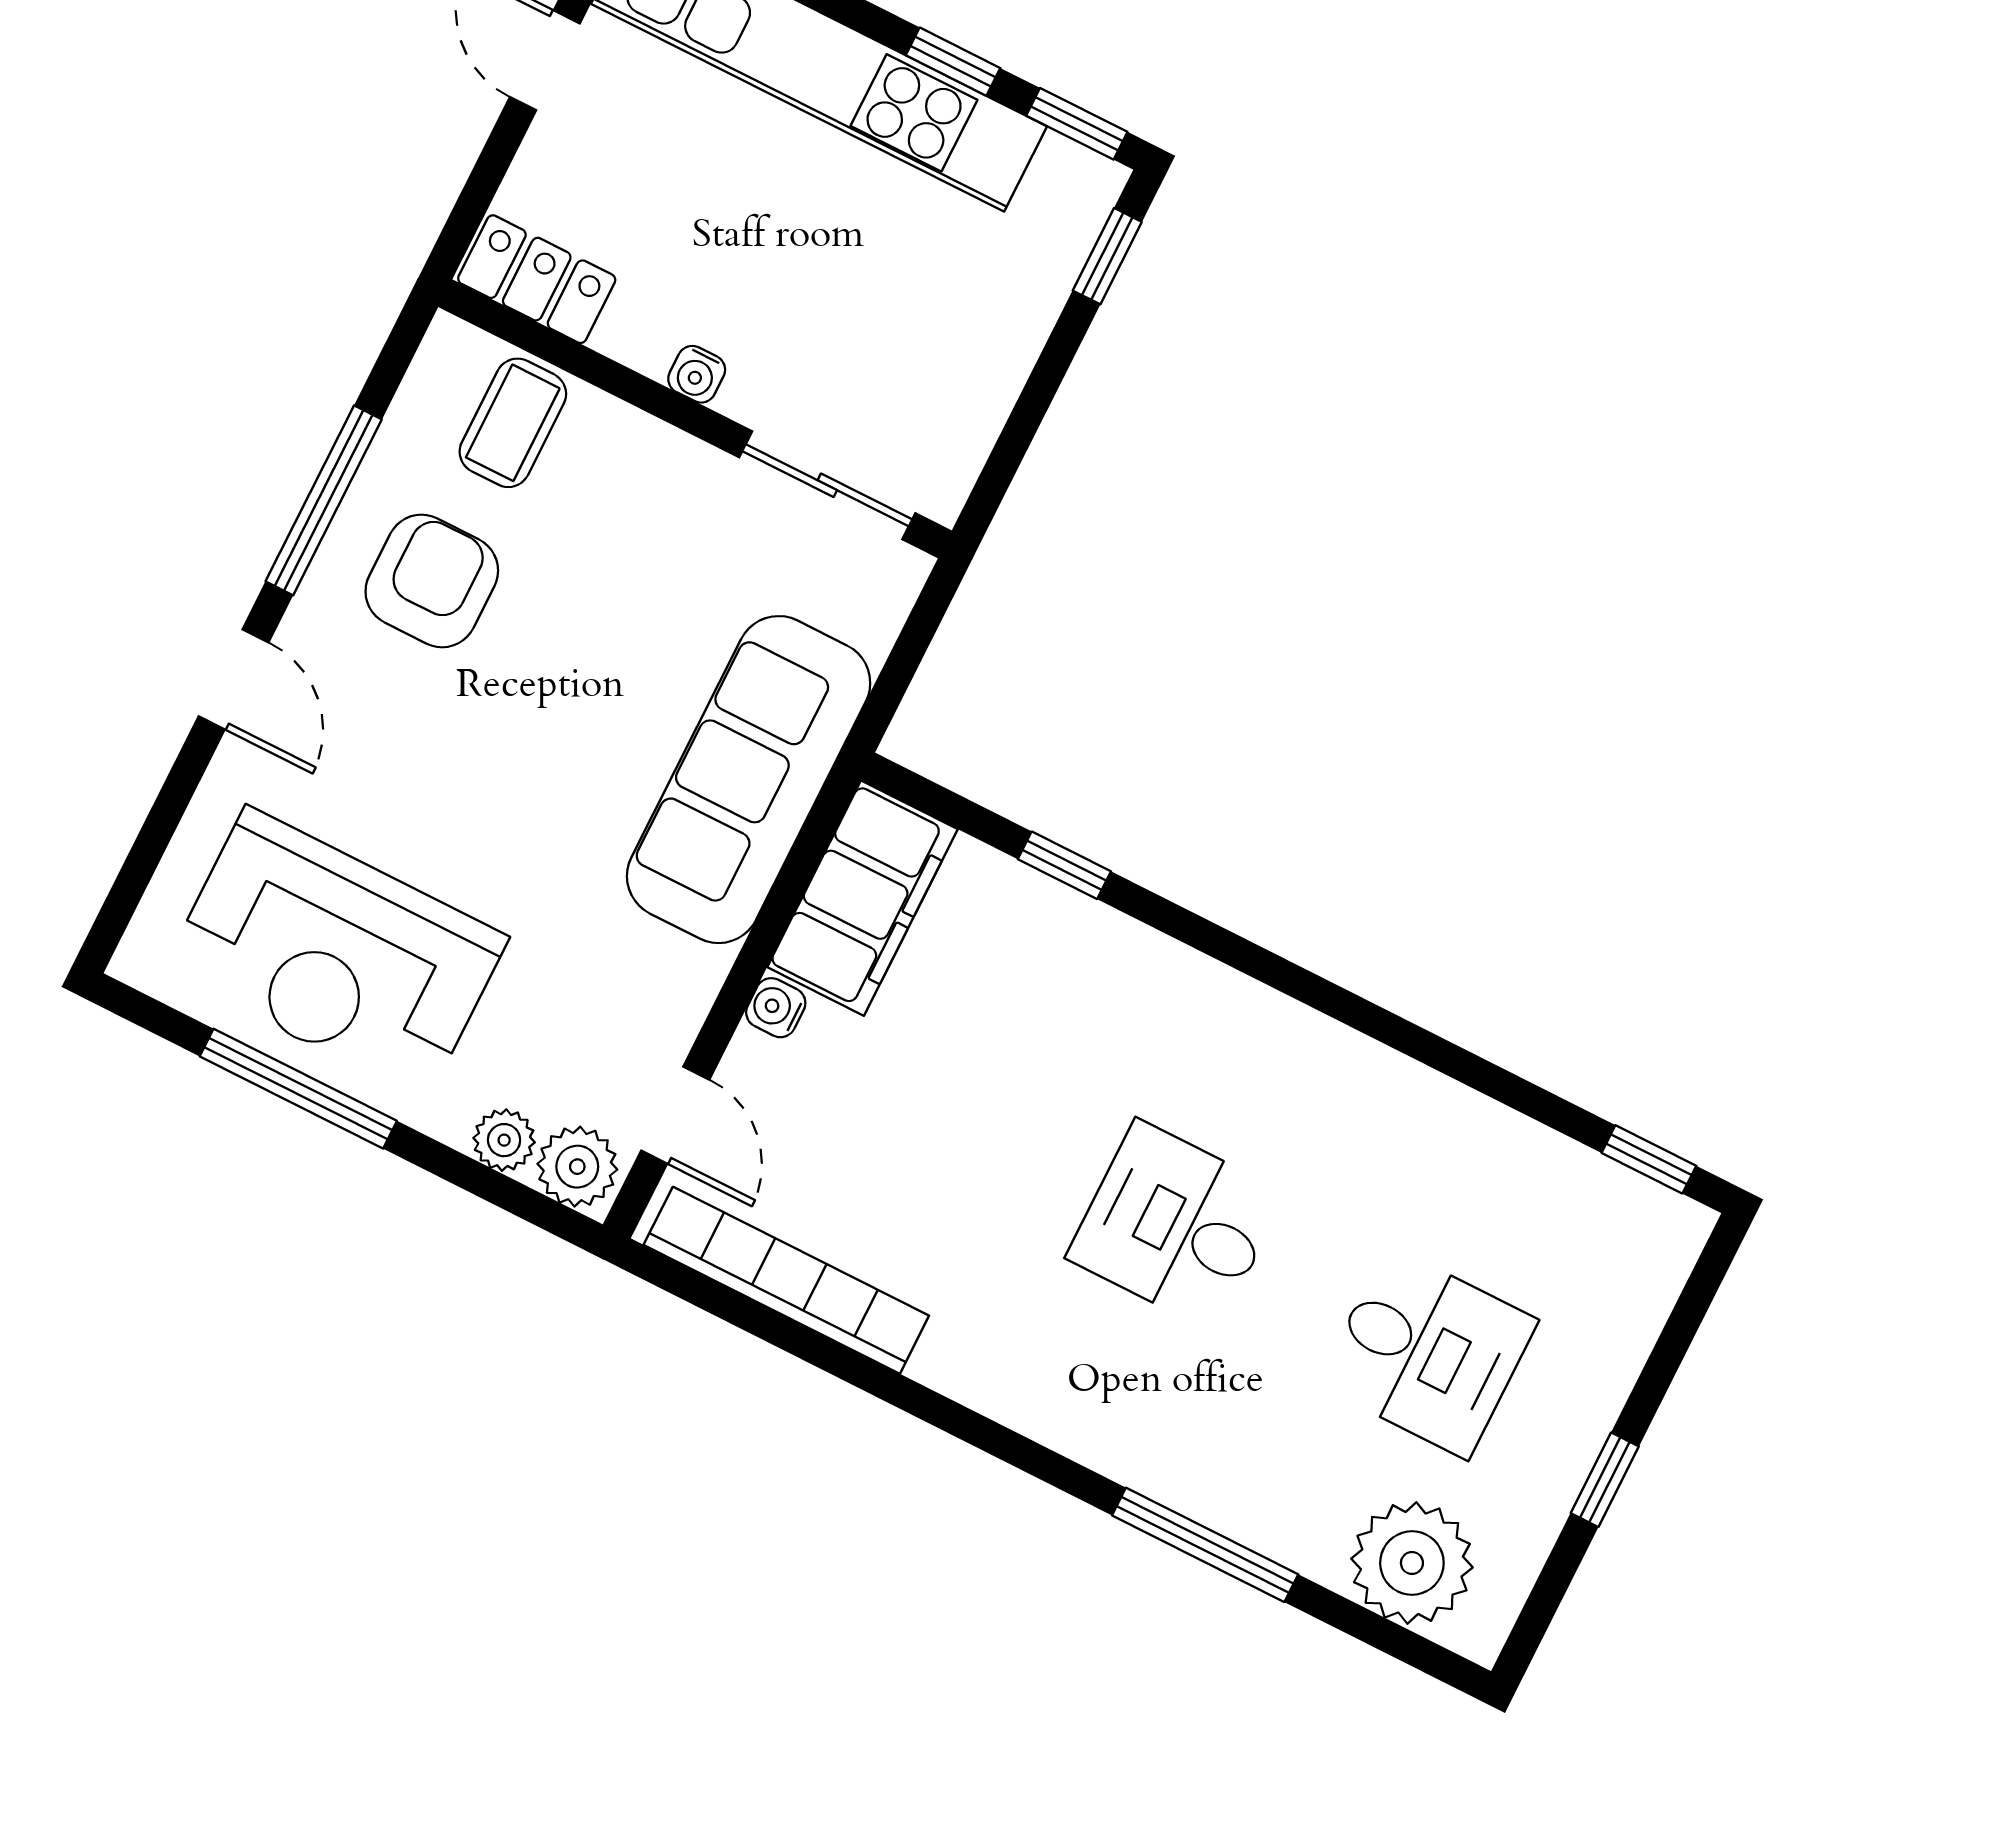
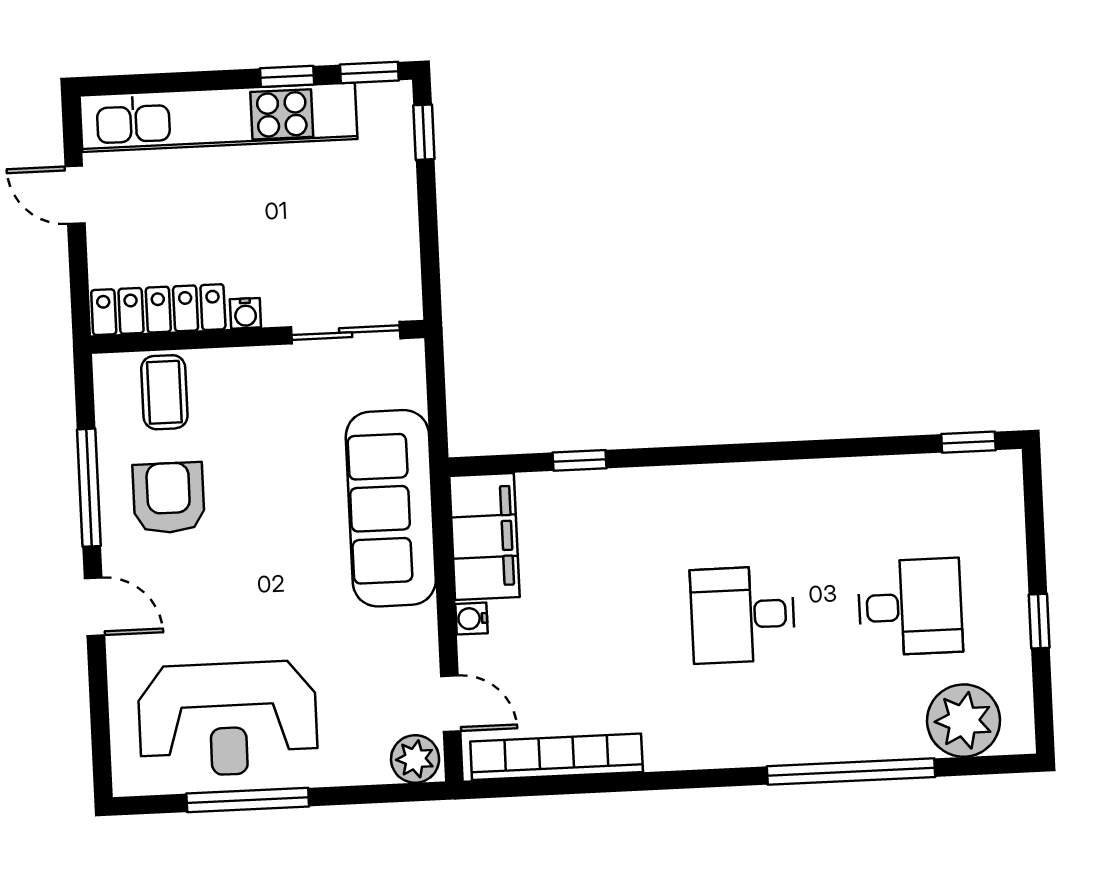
locker: (537, 279) -> (158, 310), width x1.53
plant: (504, 1140) -> (369, 767), removed
window: (1205, 1545) -> (851, 772), width x1.46

